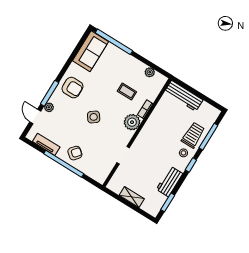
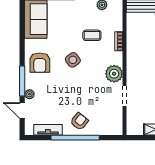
armchair: (73, 88) -> (40, 63), turned 90
side table: (94, 117) -> (73, 60), moved
plant: (132, 122) -> (114, 74), moved

